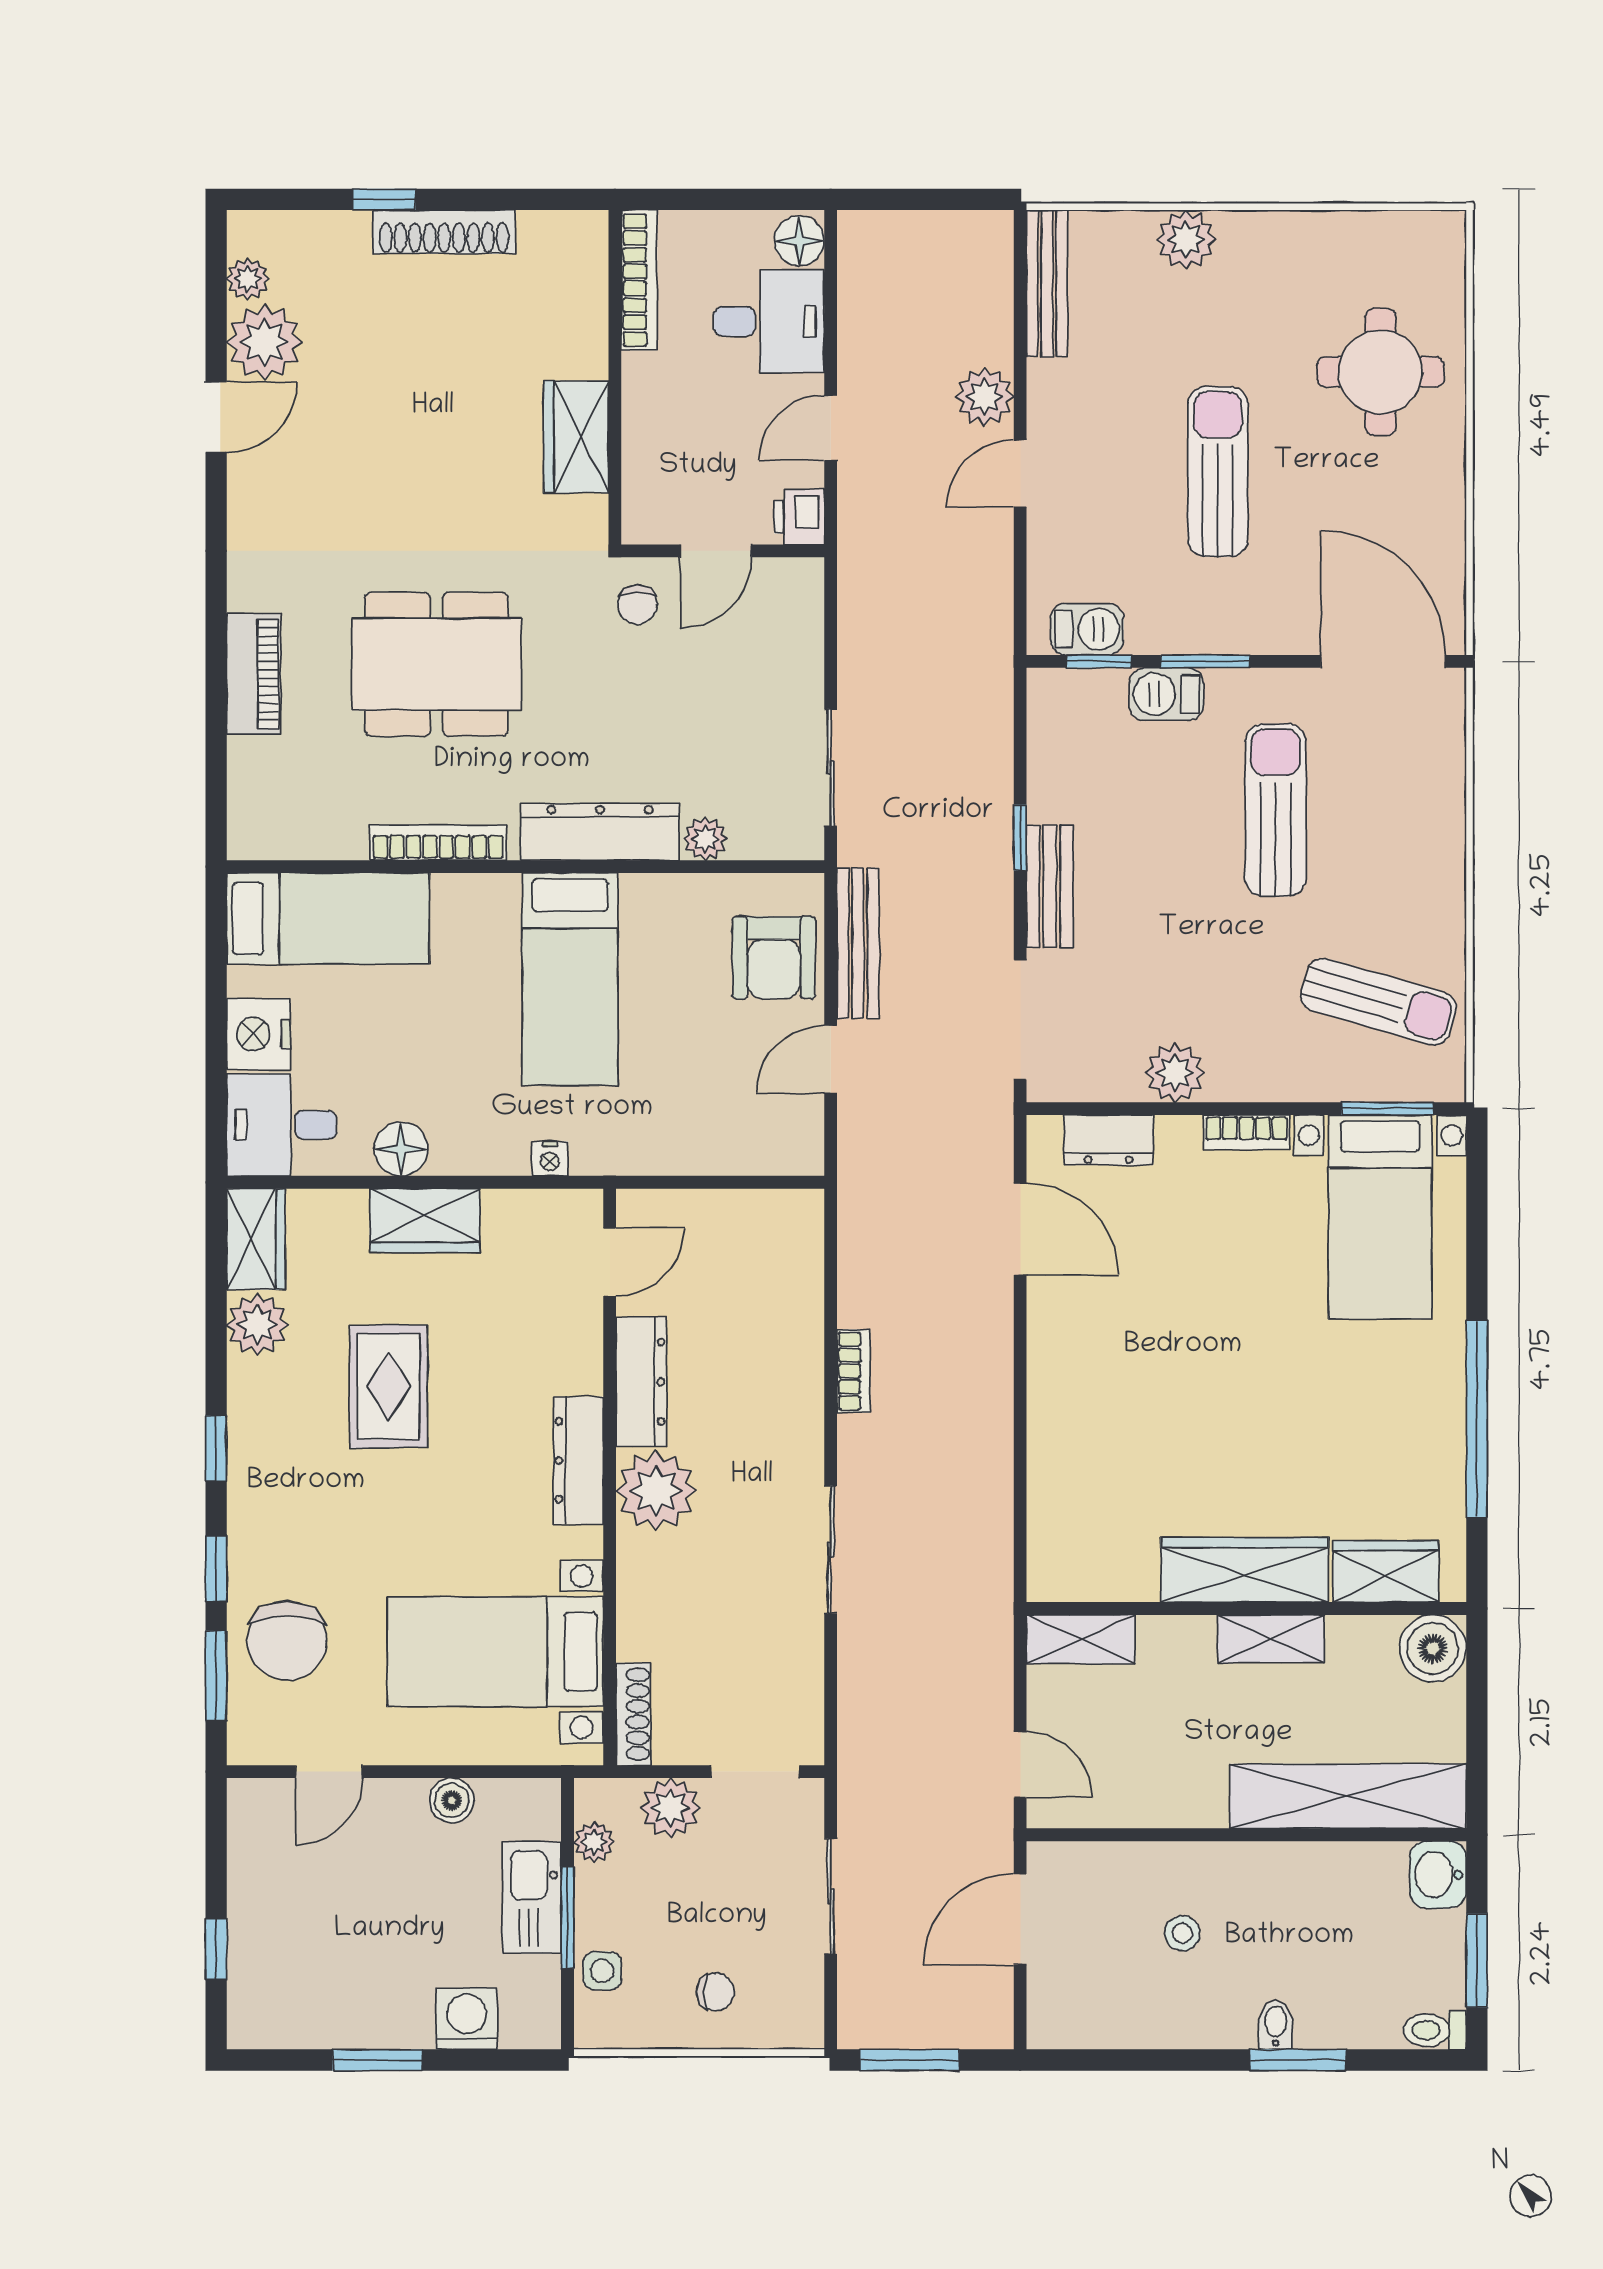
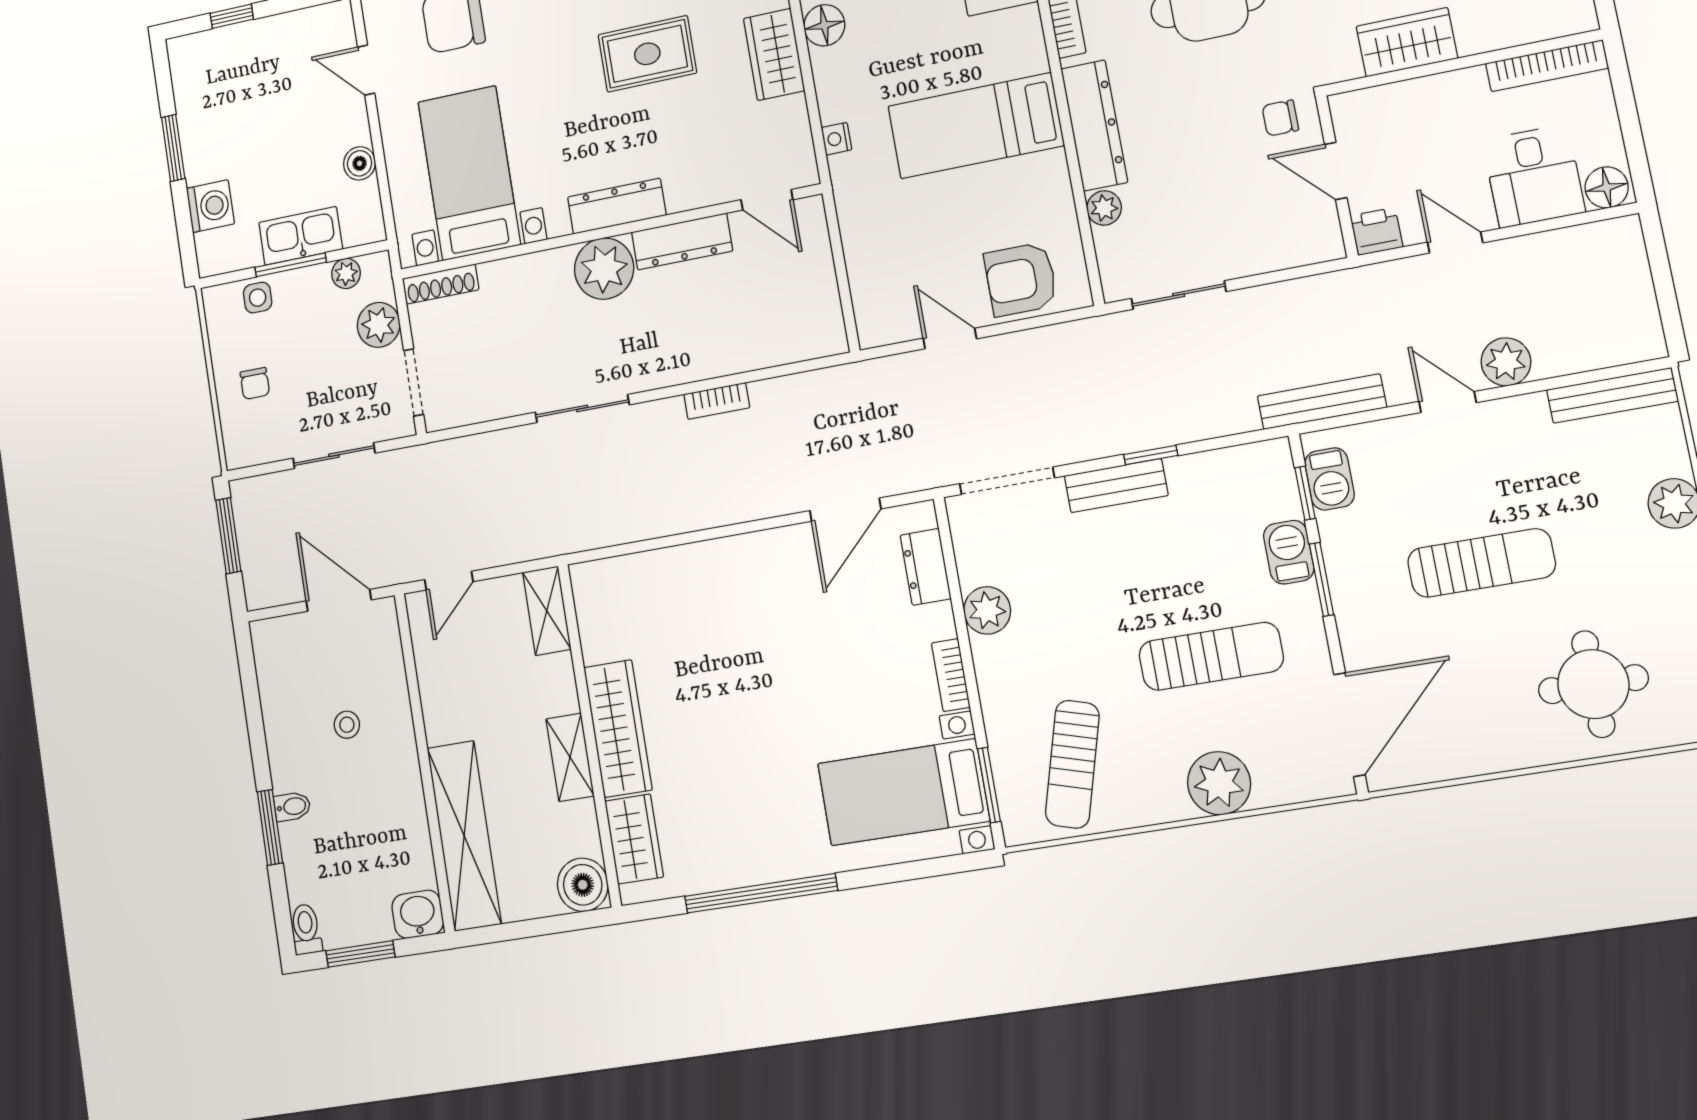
plant: (1428, 829) -> (1219, 783), added
bench: (858, 943) -> (1322, 402), moved

